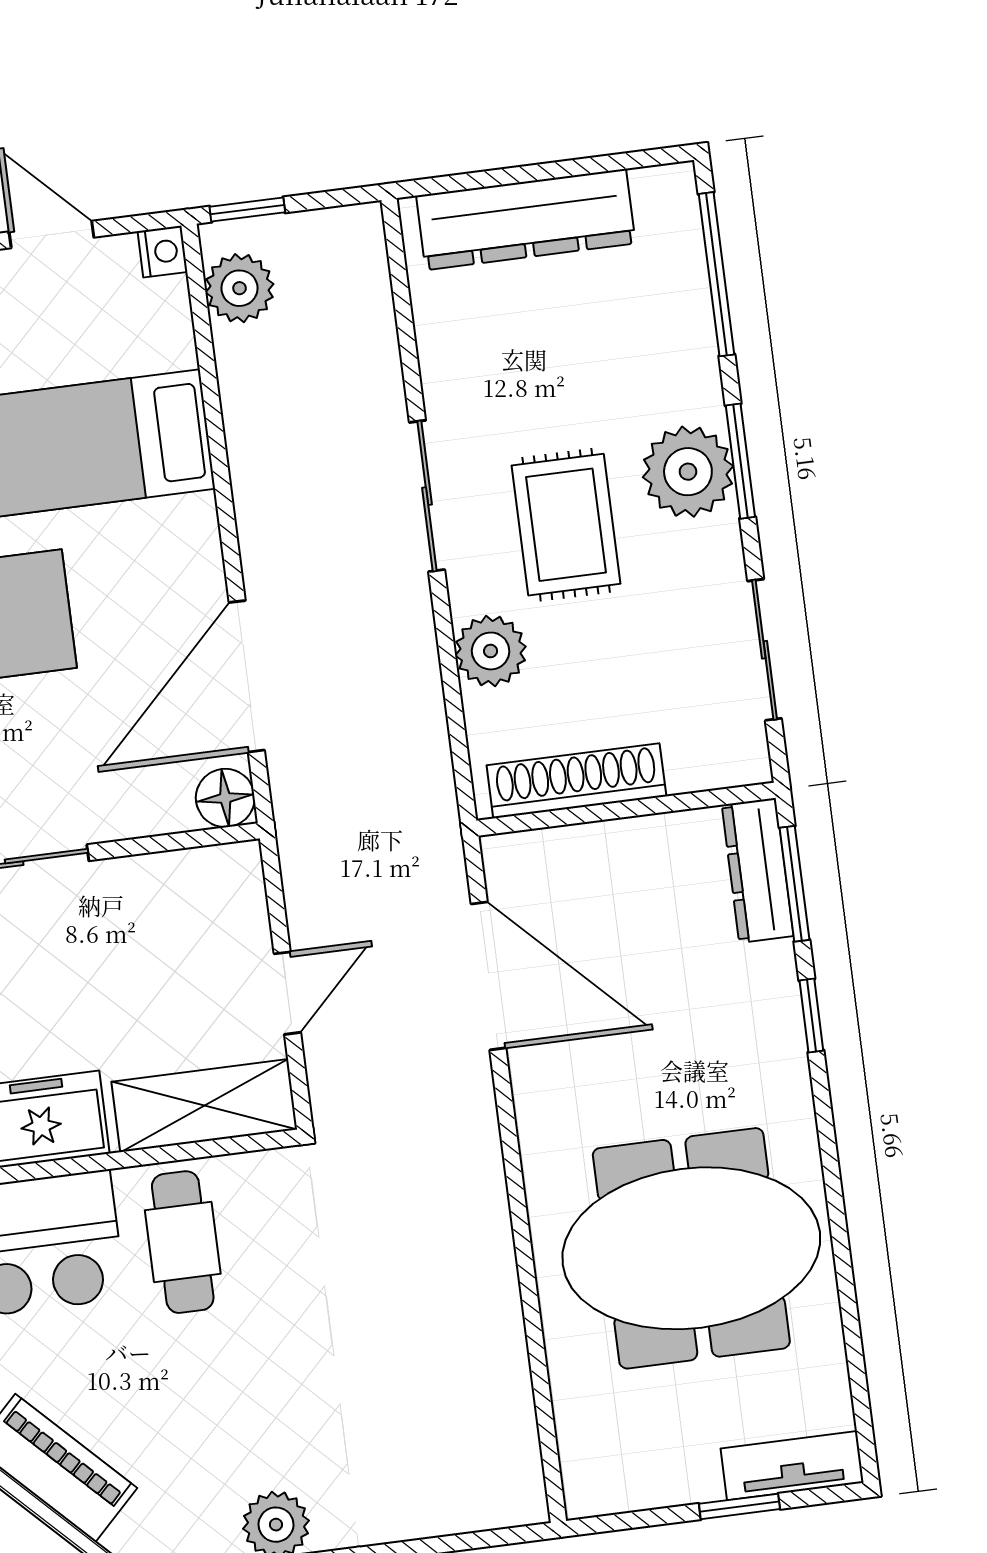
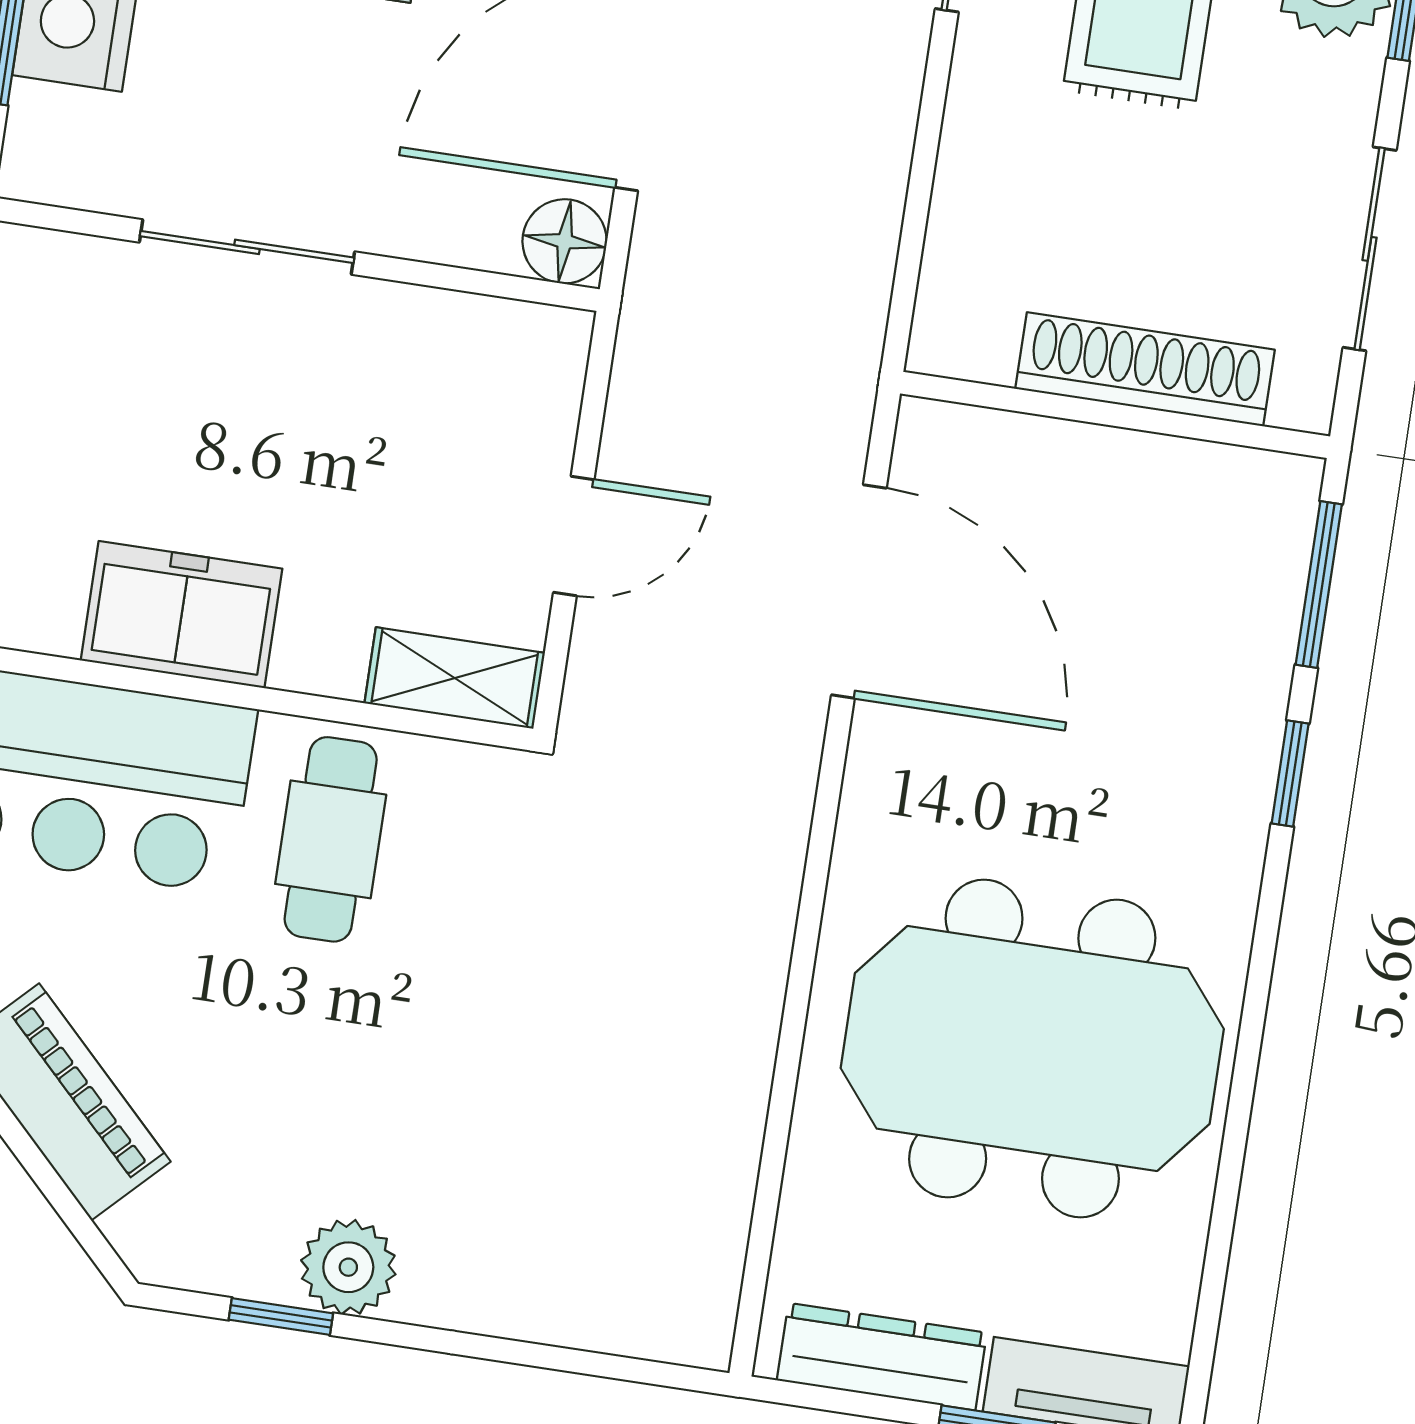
plant: (491, 651) -> (990, 142), removed
shoe rack: (576, 781) -> (1145, 369), moved
dresser: (758, 870) -> (882, 1357), moved, turned 90
shelving: (204, 1106) -> (455, 678), width x0.67, depth x0.75

